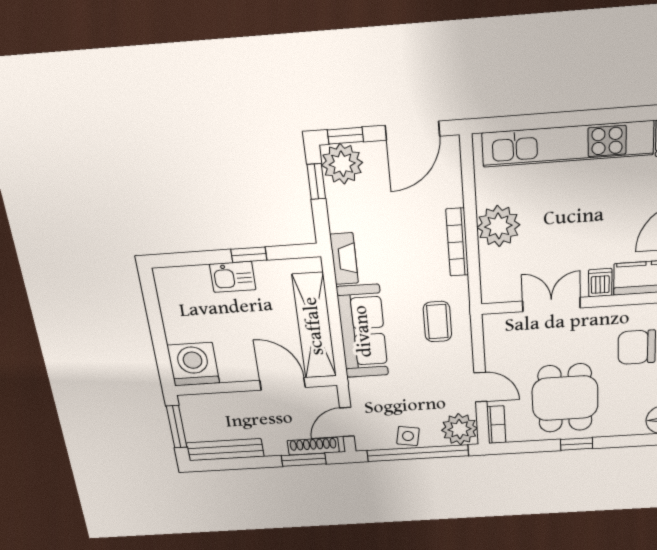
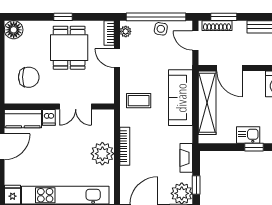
window: (249, 255) -> (254, 147), moved
fireplace: (344, 259) -> (186, 158), moved
coffee table: (437, 322) -> (139, 101), turned 90
door: (347, 422) -> (195, 41), swing flipped
plant: (460, 429) -> (126, 31), width x0.53, depth x0.53

